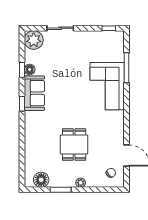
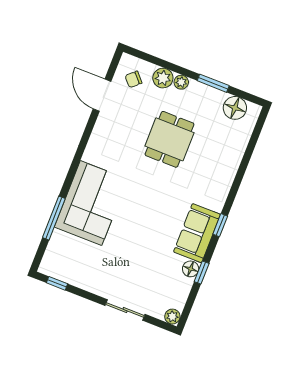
plant: (34, 40) -> (172, 317), width x0.53, depth x0.53
plant: (93, 181) -> (163, 78), added

